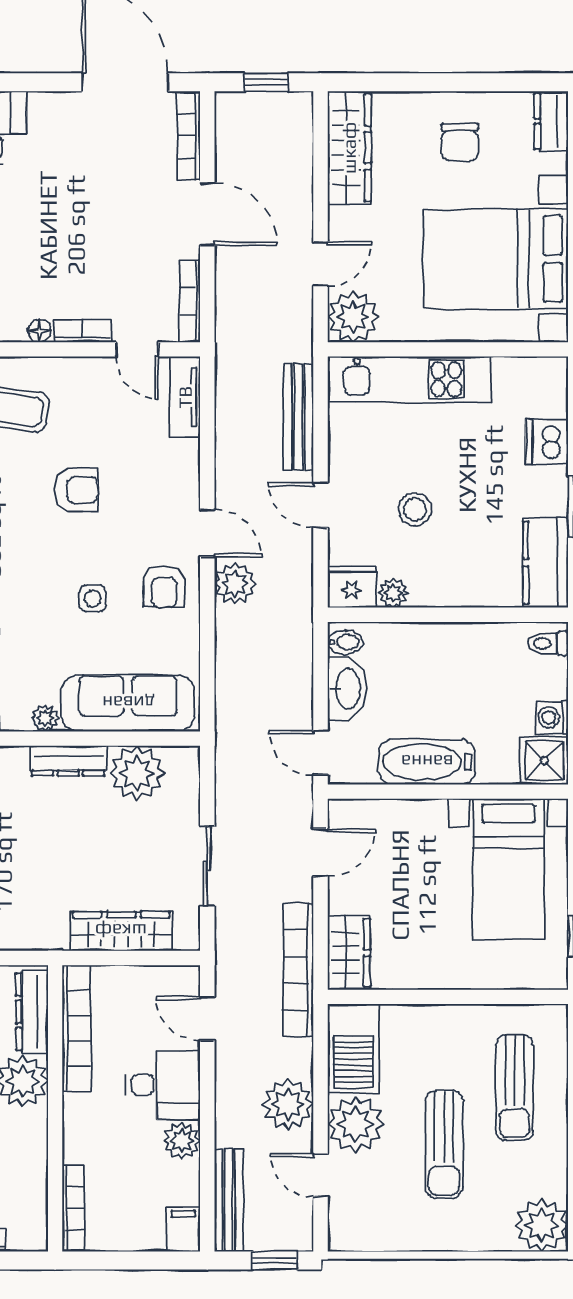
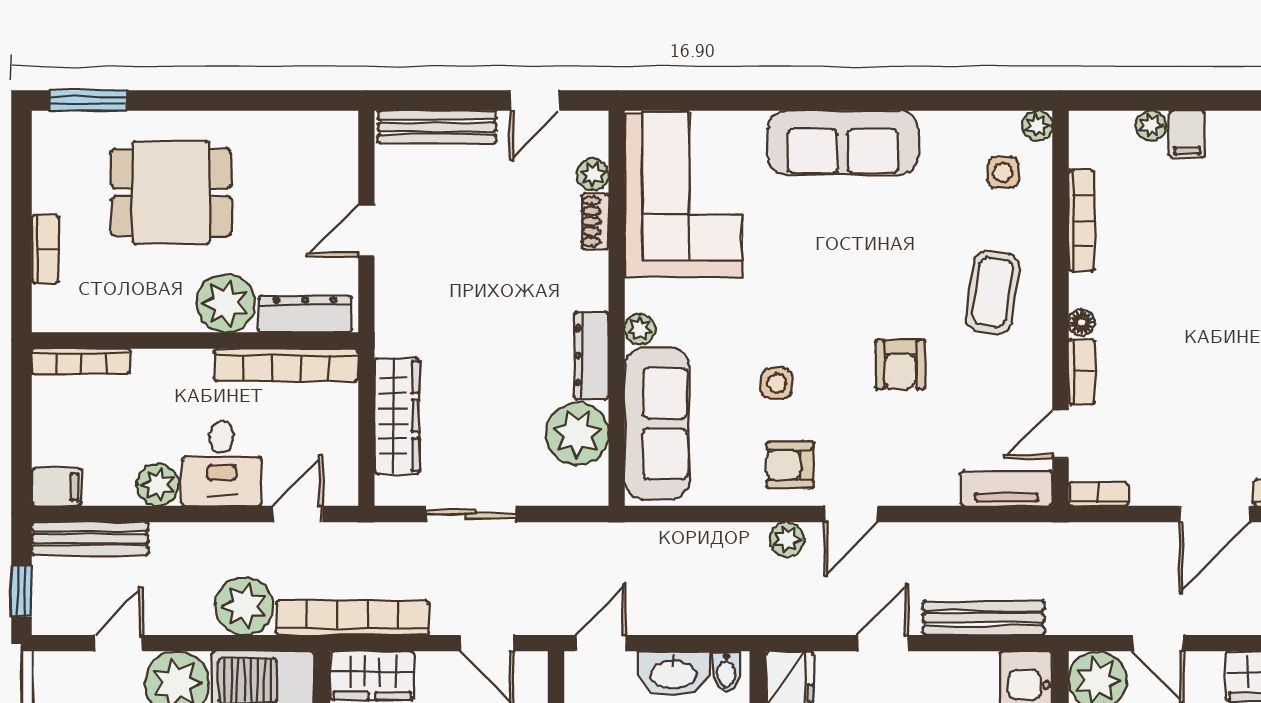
bookcase: (190, 301) -> (1099, 494), width x0.64
plant: (235, 584) -> (787, 539), width x0.73, depth x0.73
plant: (288, 1104) -> (244, 606), moved

